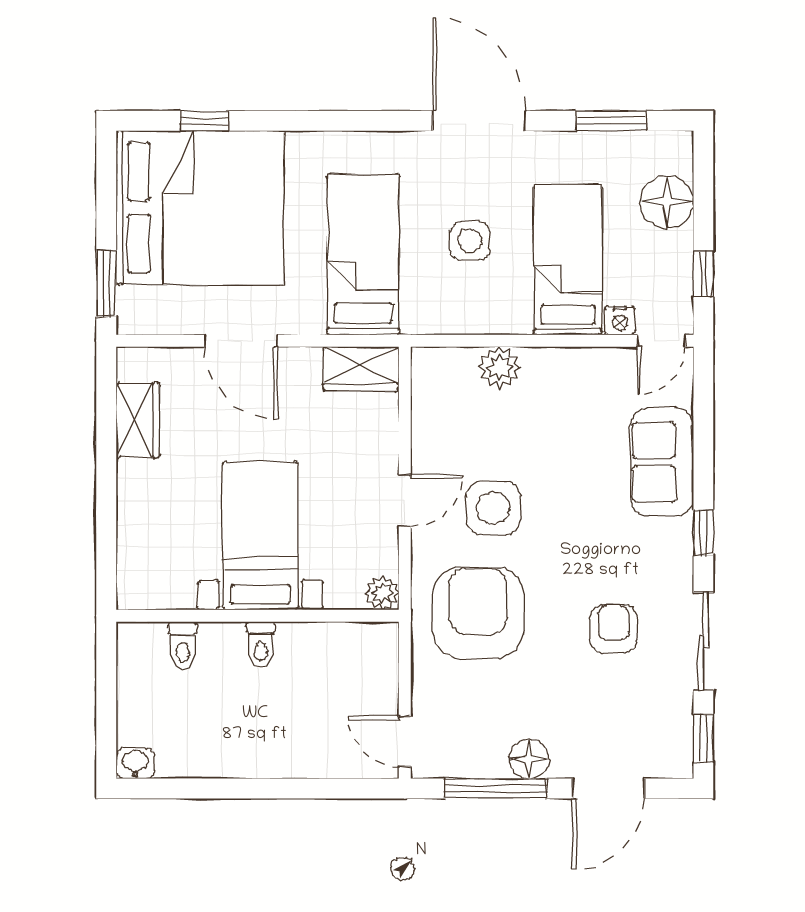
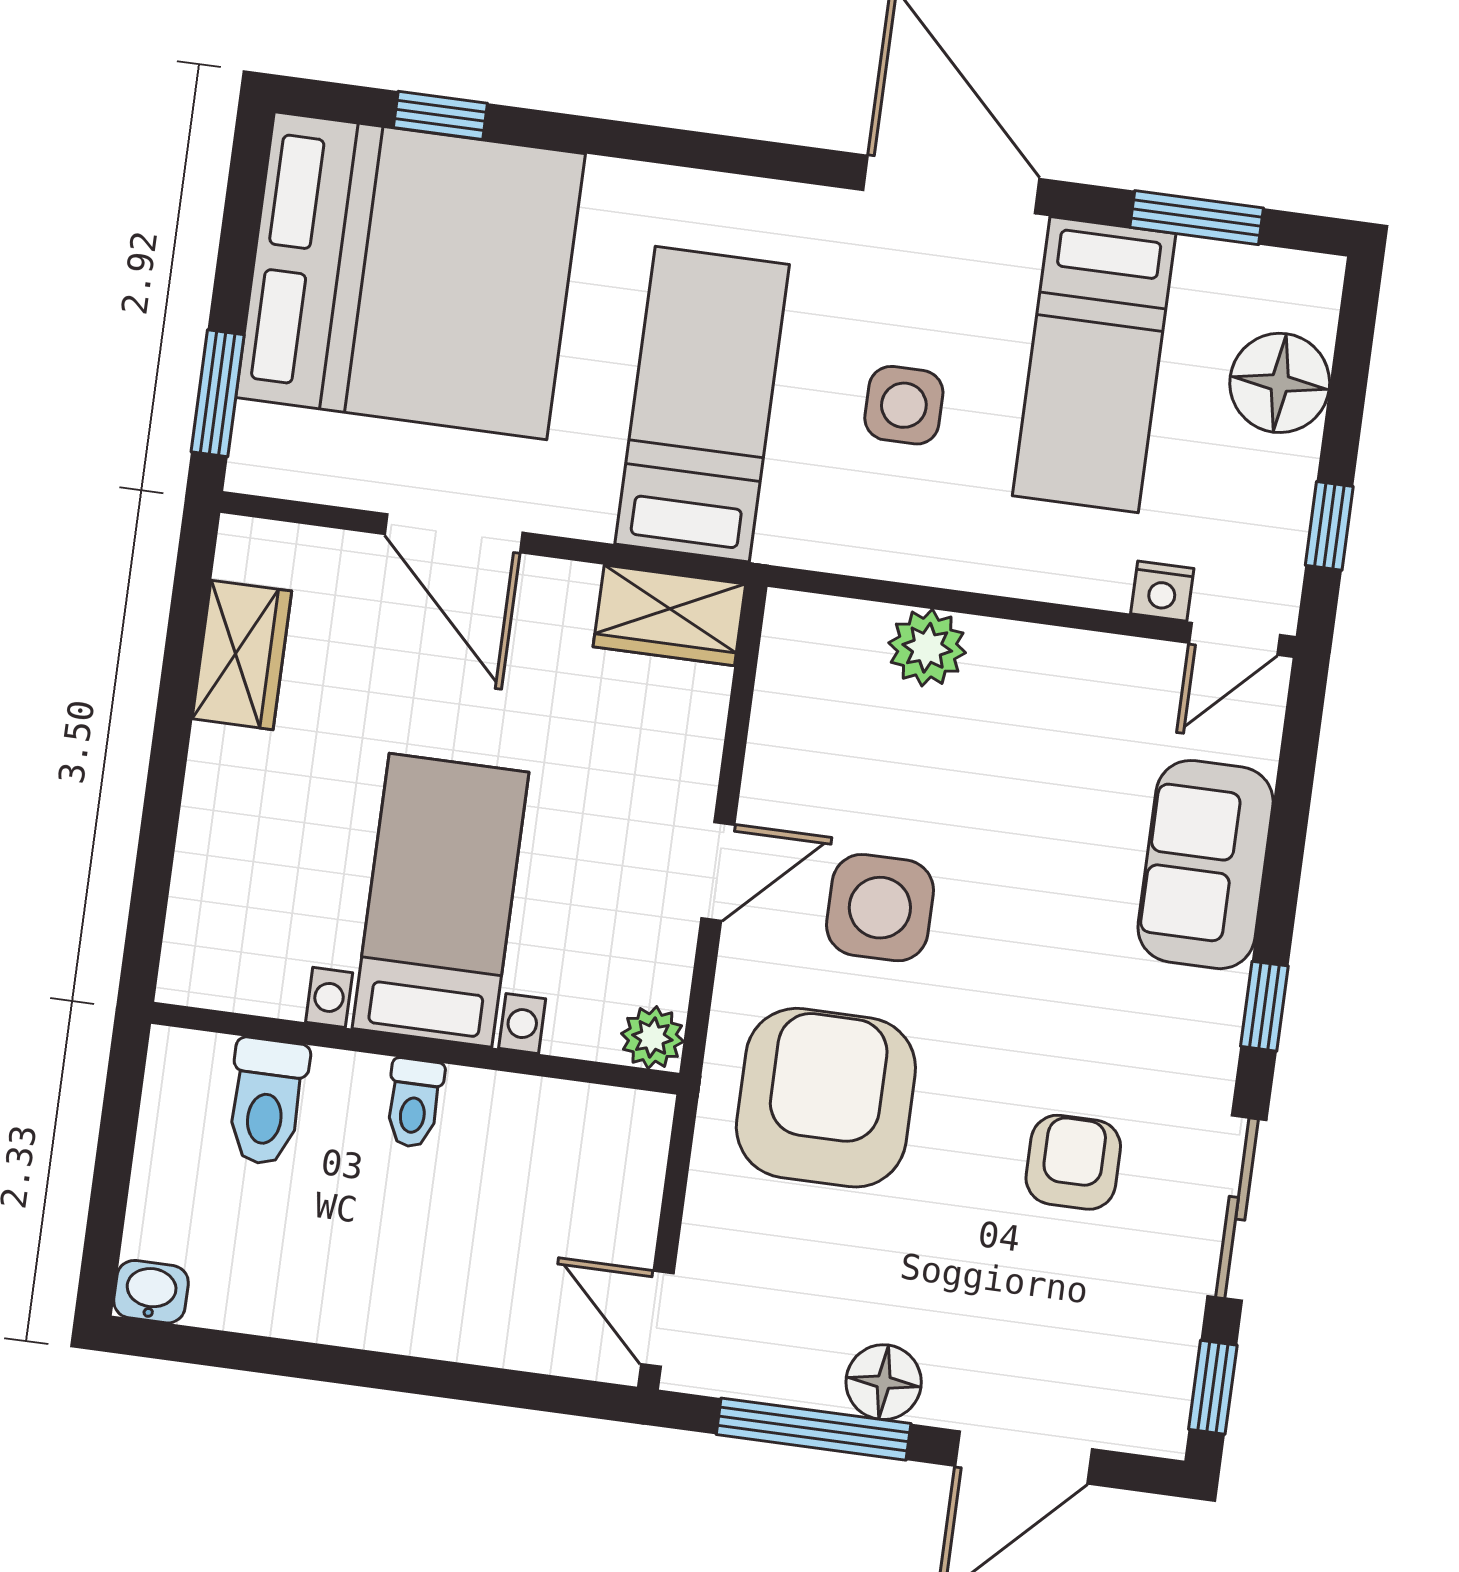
bed: (568, 260) -> (1094, 365), moved, turned 180
toilet: (183, 645) -> (267, 1102), width x1.37, depth x1.39

